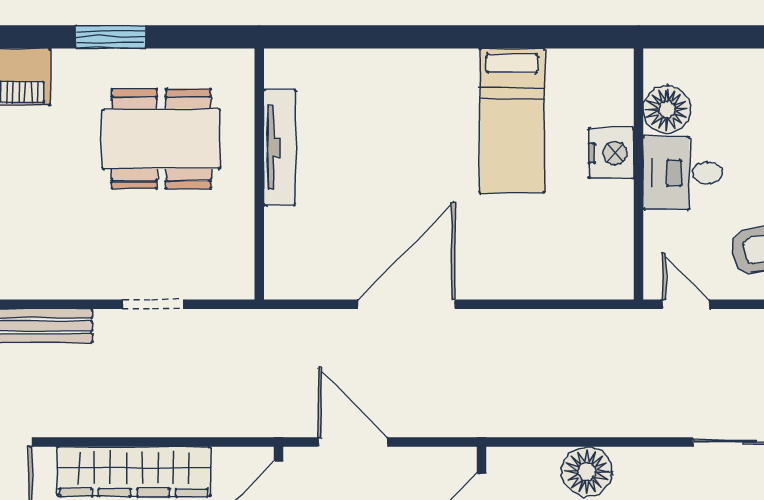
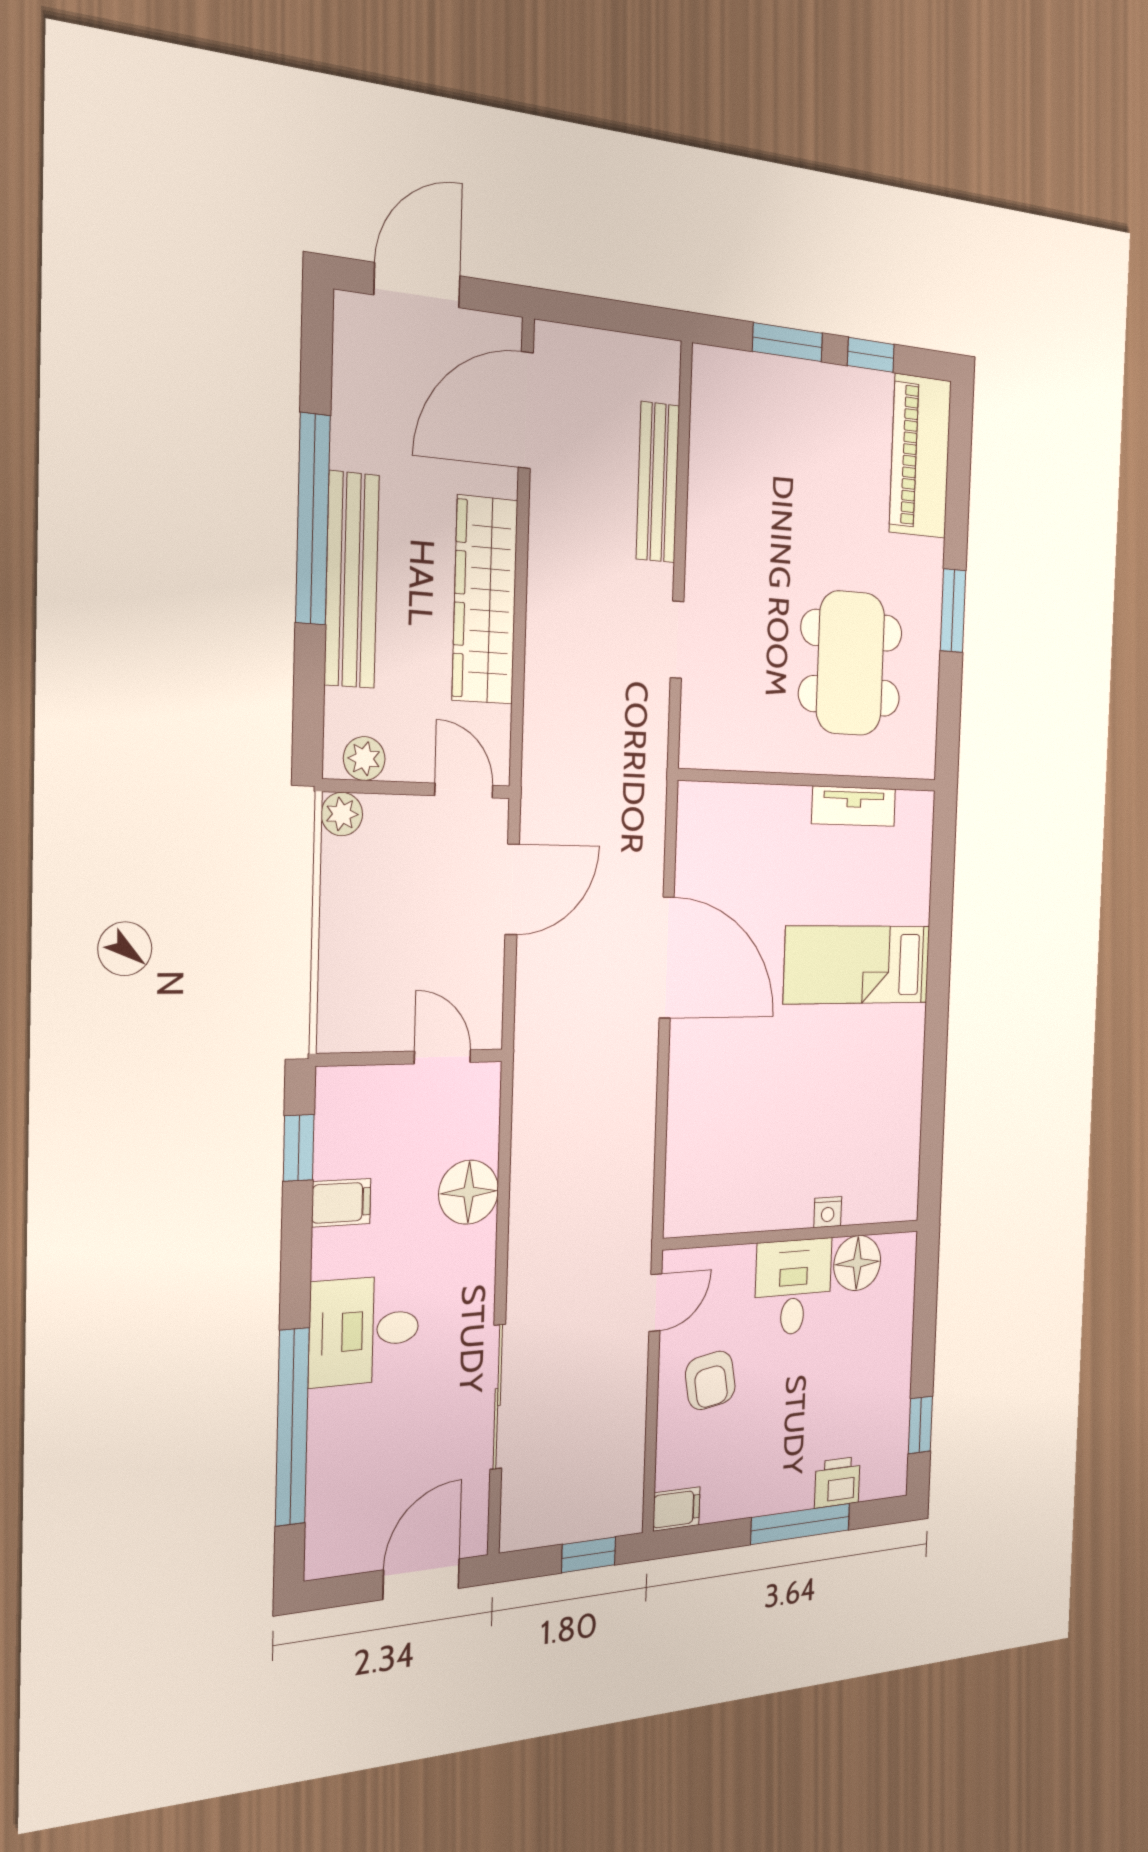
bed: (512, 121) -> (857, 965), moved
tv unit: (280, 147) -> (854, 806), width x0.71
nightstand: (611, 153) -> (828, 1212), width x0.53, depth x0.56

